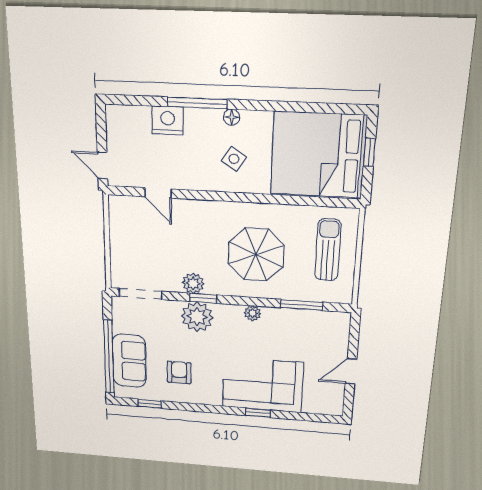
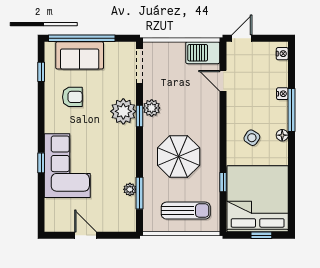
nightstand: (121, 113) -> (282, 54), added
nightstand: (168, 121) -> (282, 94), width x0.53, depth x0.56
door: (158, 193) -> (223, 81), hinge flipped
window: (293, 200) -> (223, 182), added
barbecue: (122, 217) -> (203, 53), added
plant: (253, 313) -> (130, 189), moved

